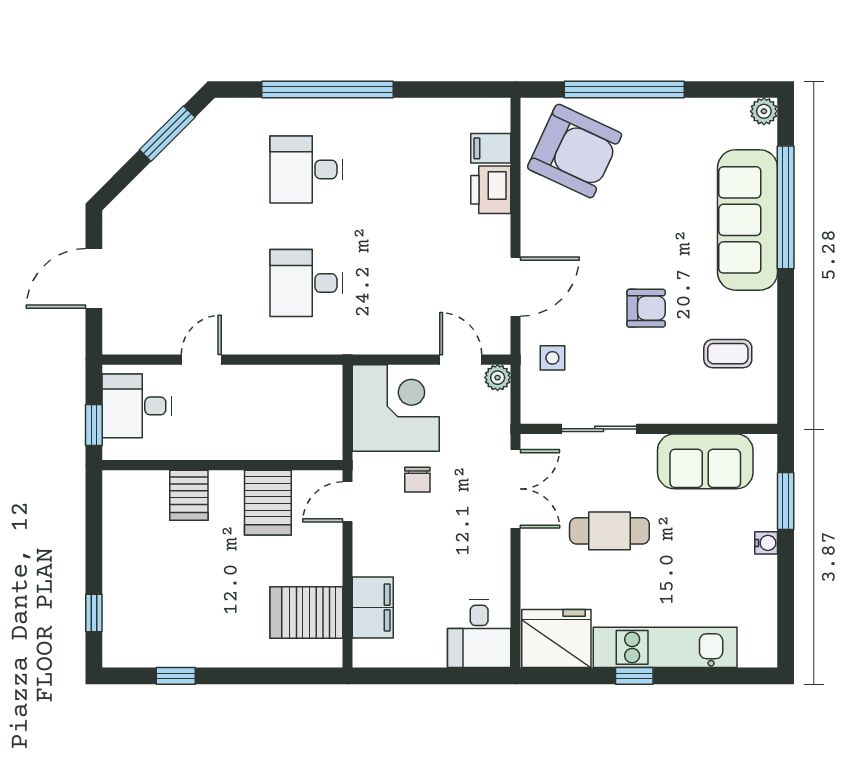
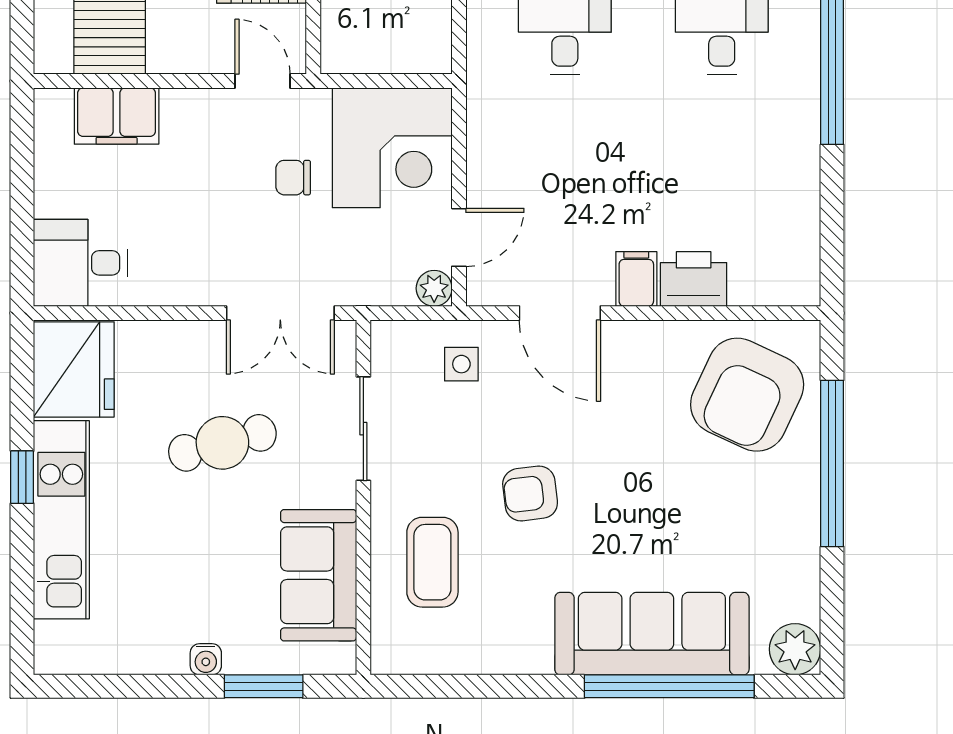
plant: (764, 111) -> (795, 649), width x1.38, depth x1.38
filing cabinet: (491, 148) -> (636, 279), moved
armchair: (646, 308) -> (530, 493), turned 83
coffee table: (728, 354) -> (432, 562), moved, width x1.36, depth x1.30
cafe table: (609, 531) -> (222, 443), turned 75

